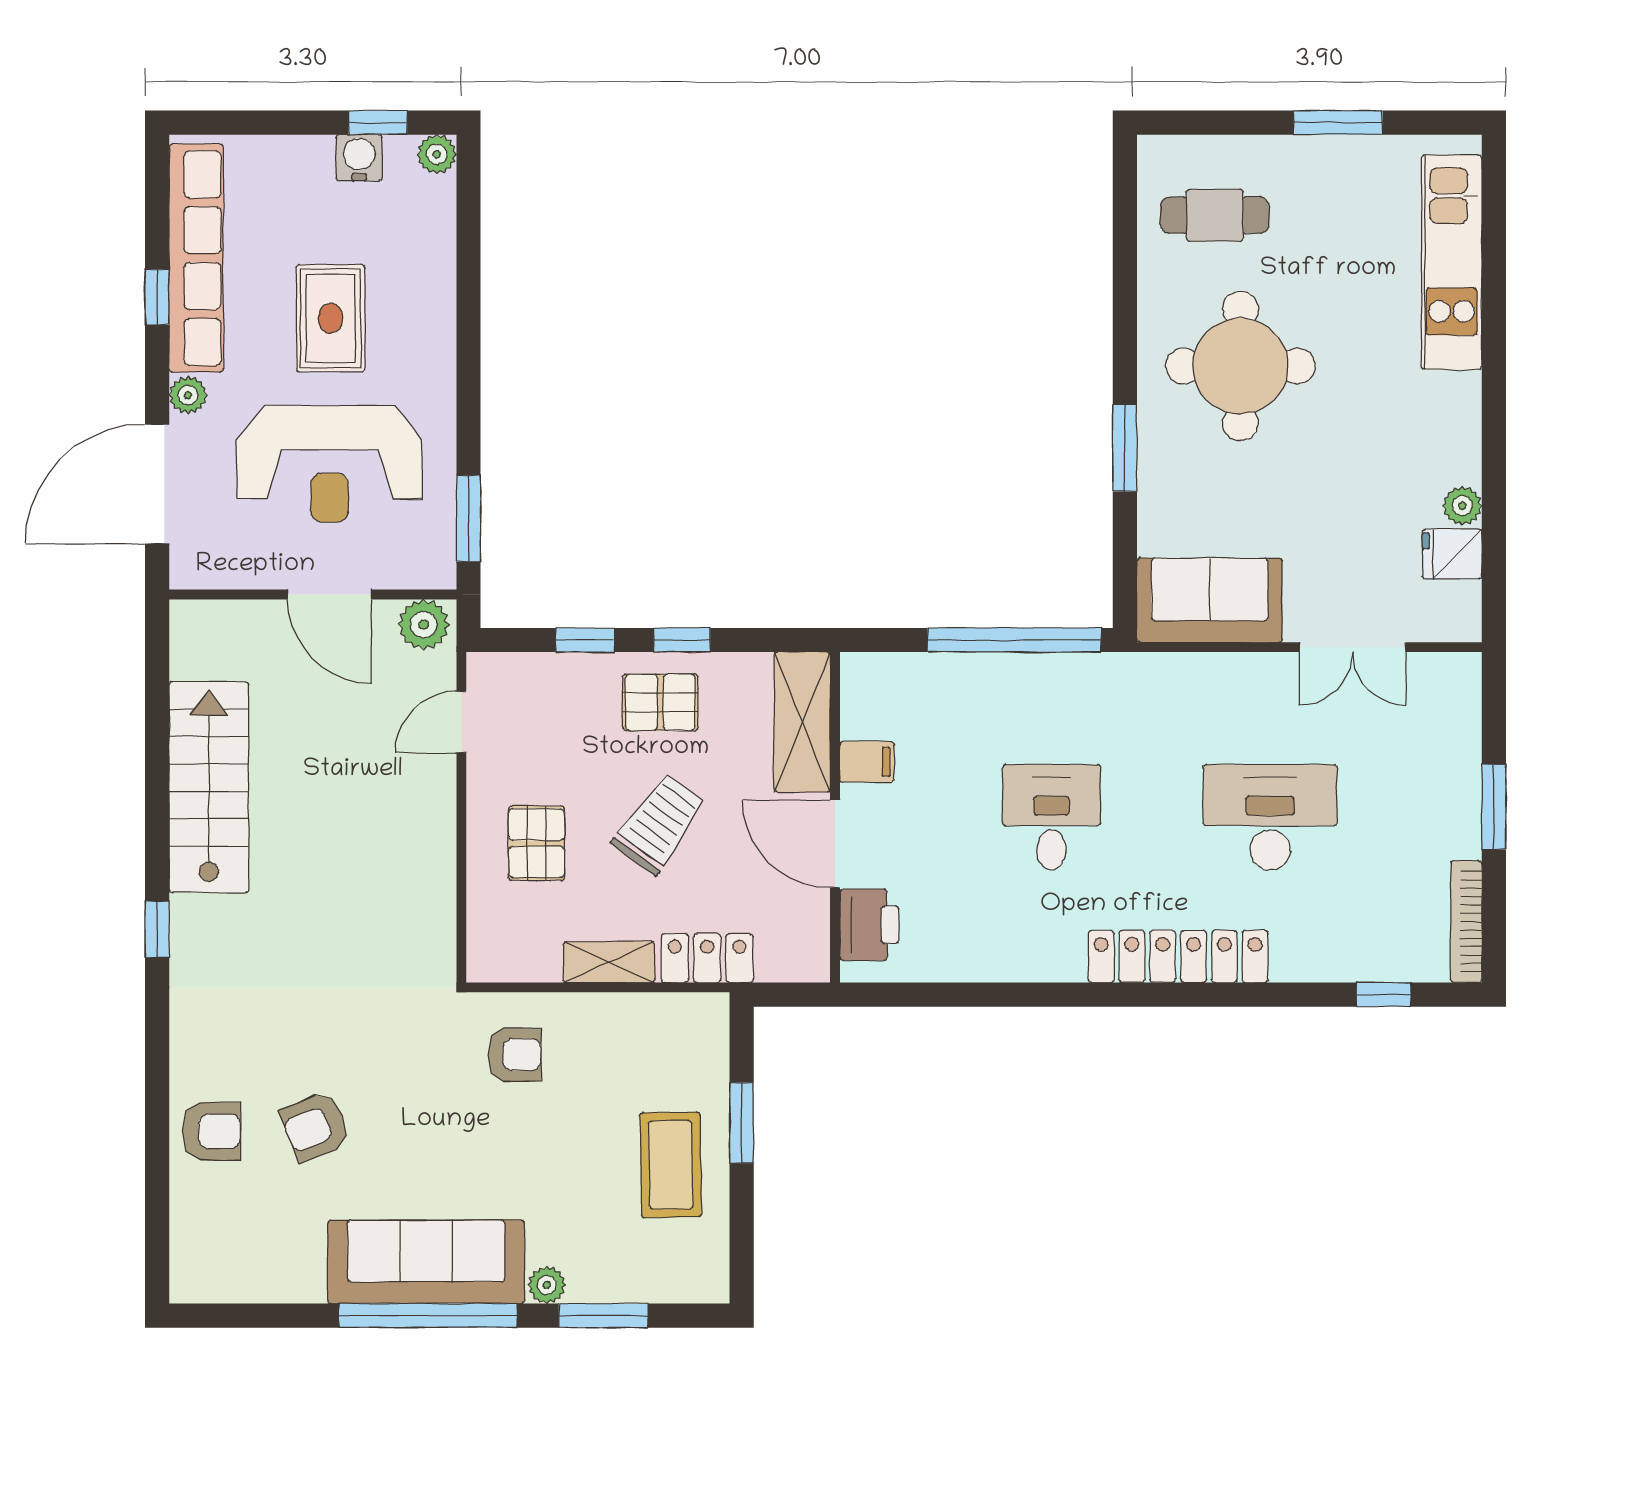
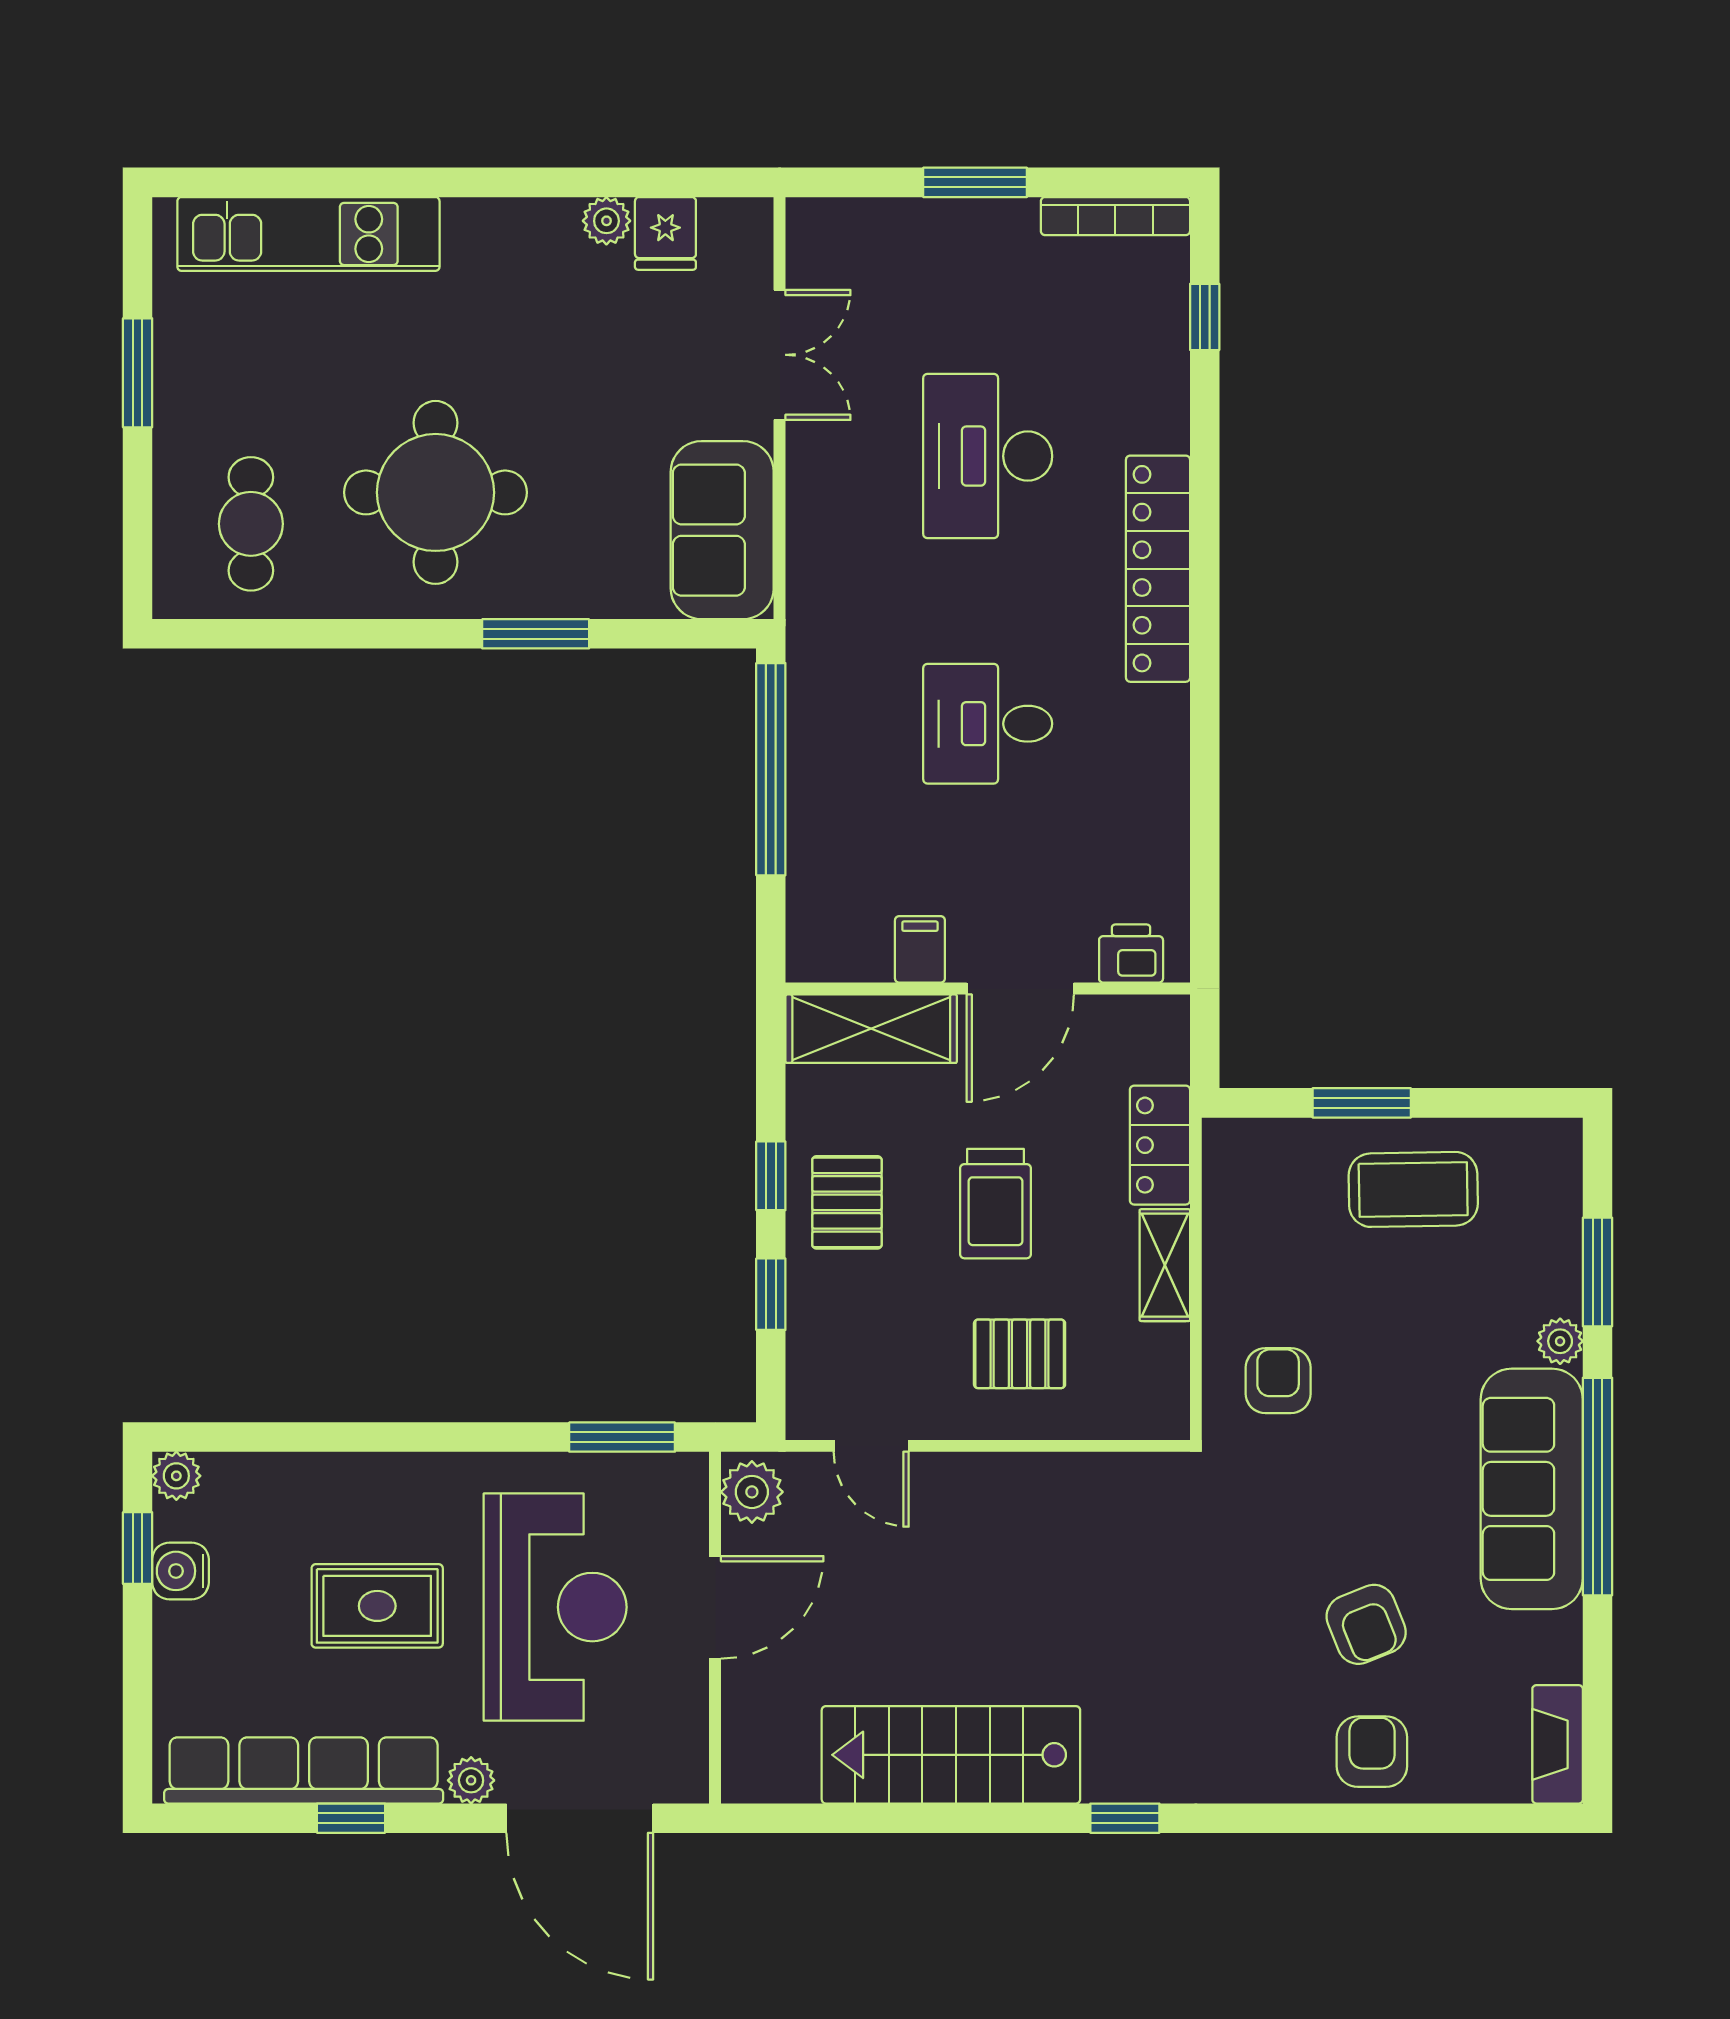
trolley: (659, 824) -> (996, 1204), turned -126
printer: (869, 925) -> (1131, 954), width x0.73, depth x0.81
fireplace: (217, 1283) -> (1558, 1744), added

